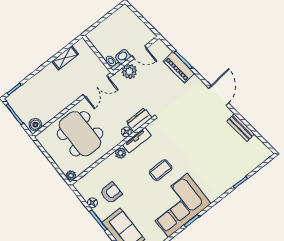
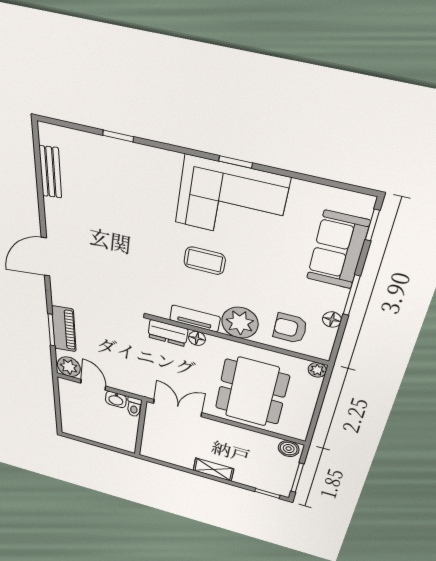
shelving: (65, 58) -> (213, 470), moved
plant: (129, 71) -> (69, 367), moved
bench: (241, 128) -> (50, 172), moved
plant: (121, 153) -> (240, 323), width x1.88, depth x1.88
armchair: (111, 193) -> (290, 328), moved

